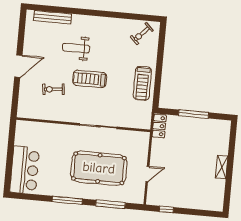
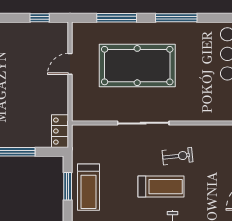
treadmill: (142, 83) -> (88, 187), turned 180
window: (157, 85) -> (68, 186), added
exercise bike: (53, 89) -> (177, 156), moved

